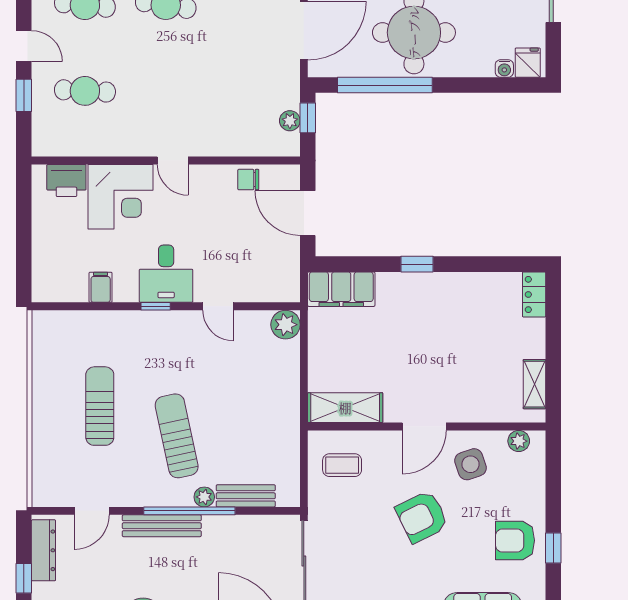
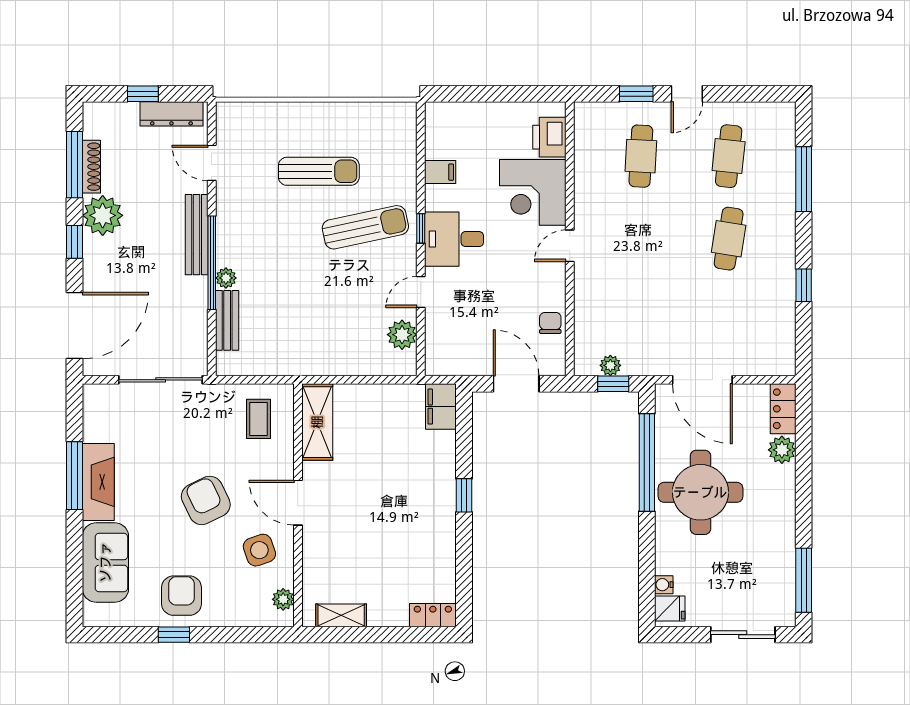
door: (308, 213) -> (516, 384), hinge flipped
filing cabinet: (341, 289) -> (441, 407), width x0.67, depth x0.86
plant: (286, 325) -> (402, 335), moved
sun lounger: (177, 436) -> (365, 227), moved

